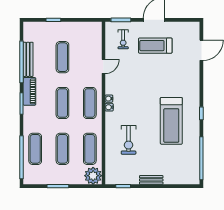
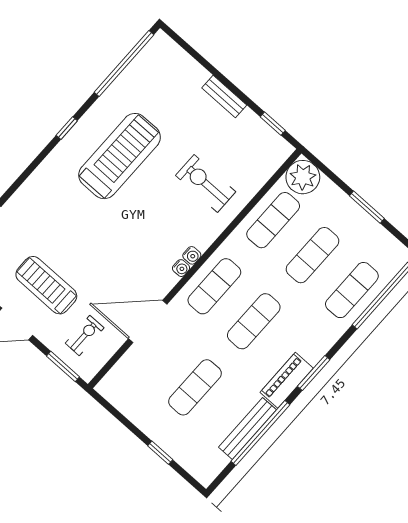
treadmill: (155, 46) -> (46, 285), turned 180
door: (103, 66) -> (148, 322), width x1.88
exercise bike: (129, 140) -> (206, 183), turned -90

